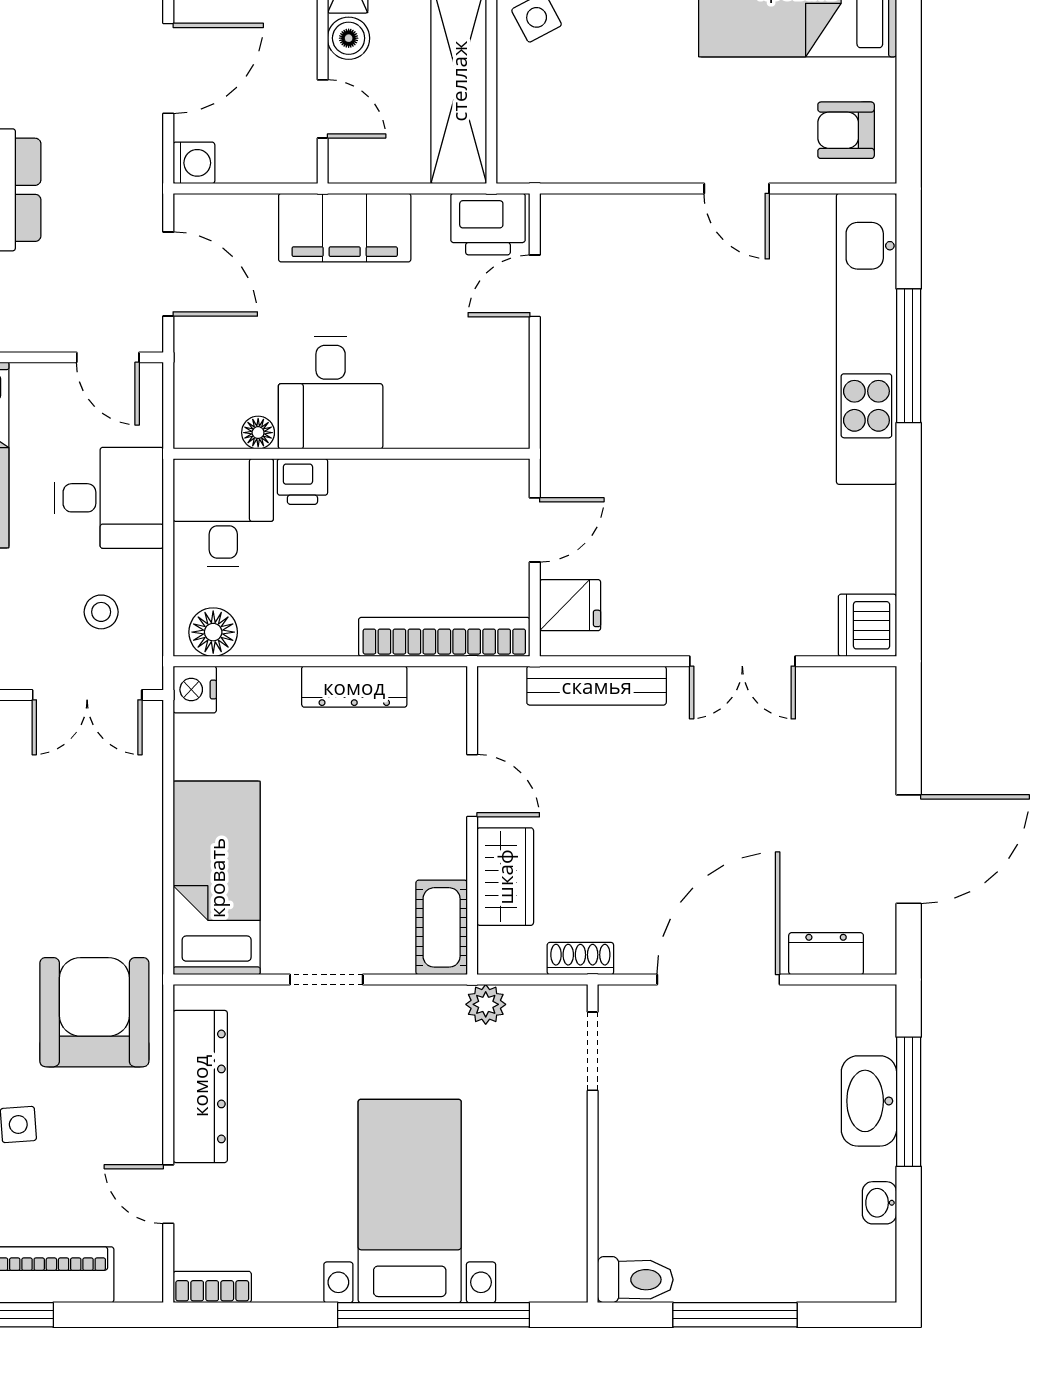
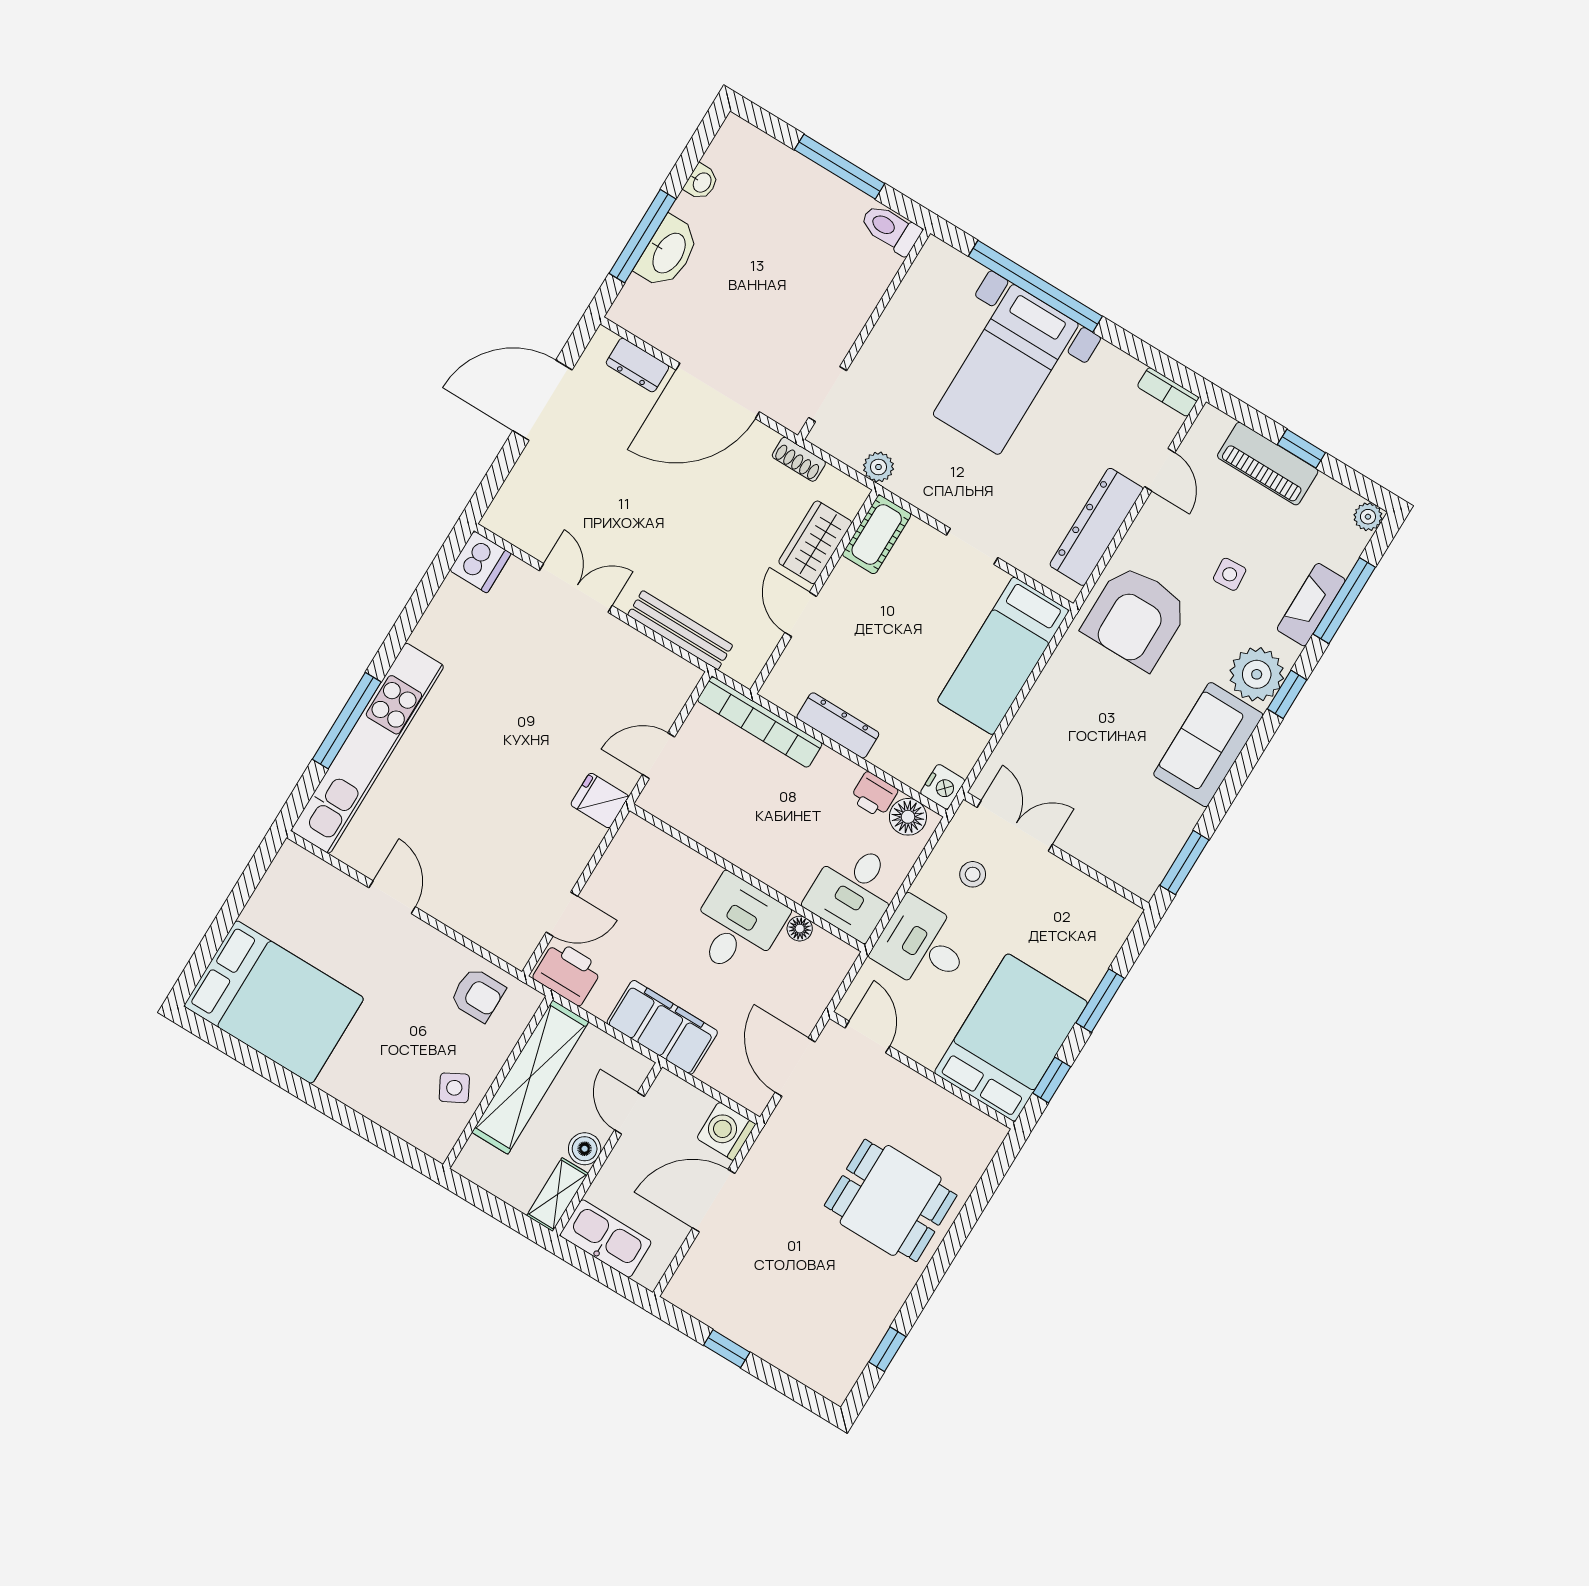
armchair: (846, 130) -> (478, 995), moved
washing machine: (194, 163) -> (726, 1131), width x1.38, depth x1.38
printer: (302, 481) -> (874, 795), moved, turned 180
fridge: (570, 605) -> (600, 800), moved

